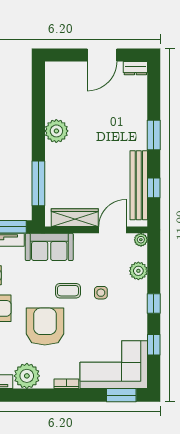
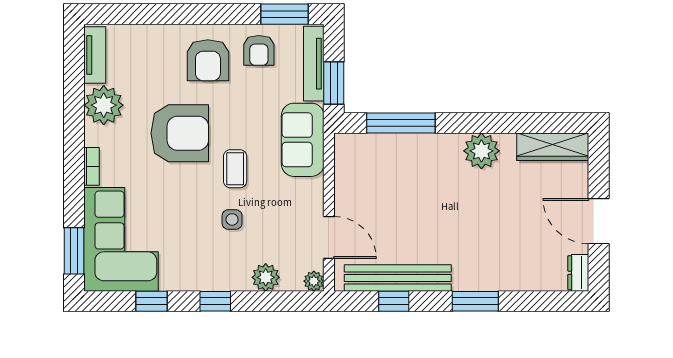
wardrobe: (75, 218) -> (553, 147), moved, turned 90

